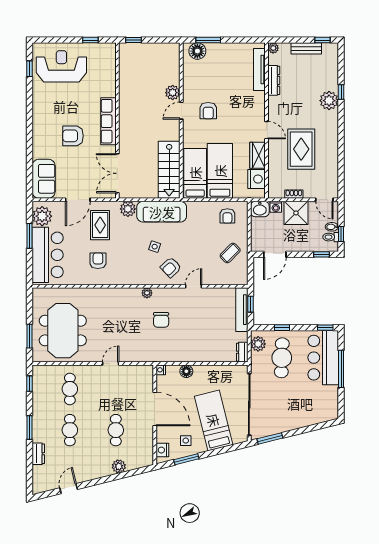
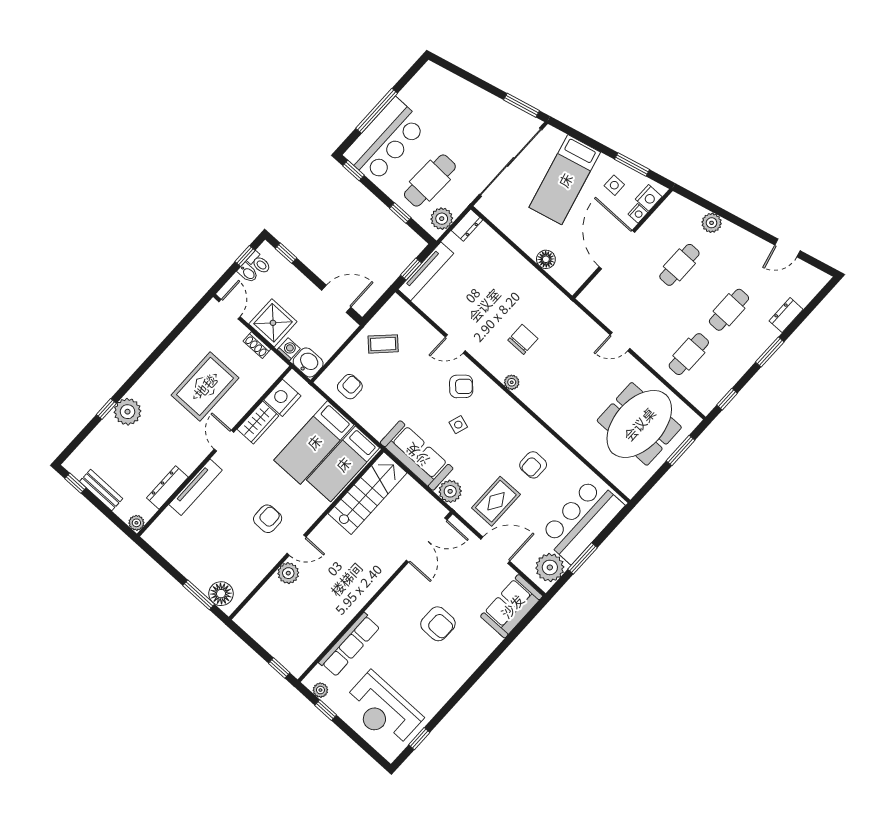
plant: (102, 48) -> (320, 690), added
tv unit: (259, 70) -> (196, 487), moved
row of seats: (108, 121) -> (349, 645), moved
nightstand: (161, 370) -> (638, 213), moved

